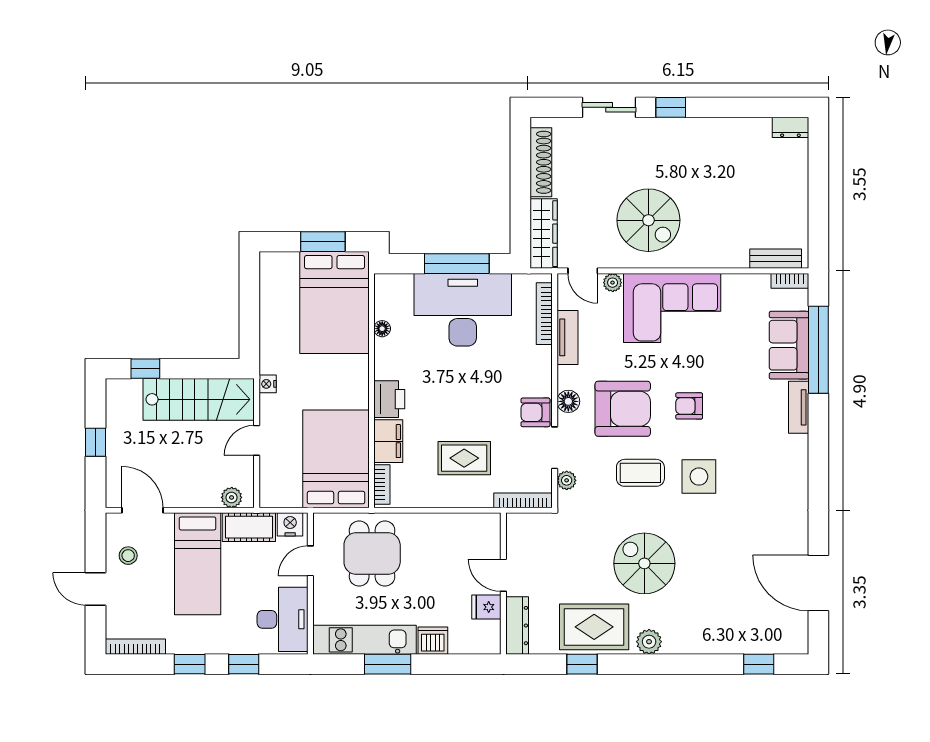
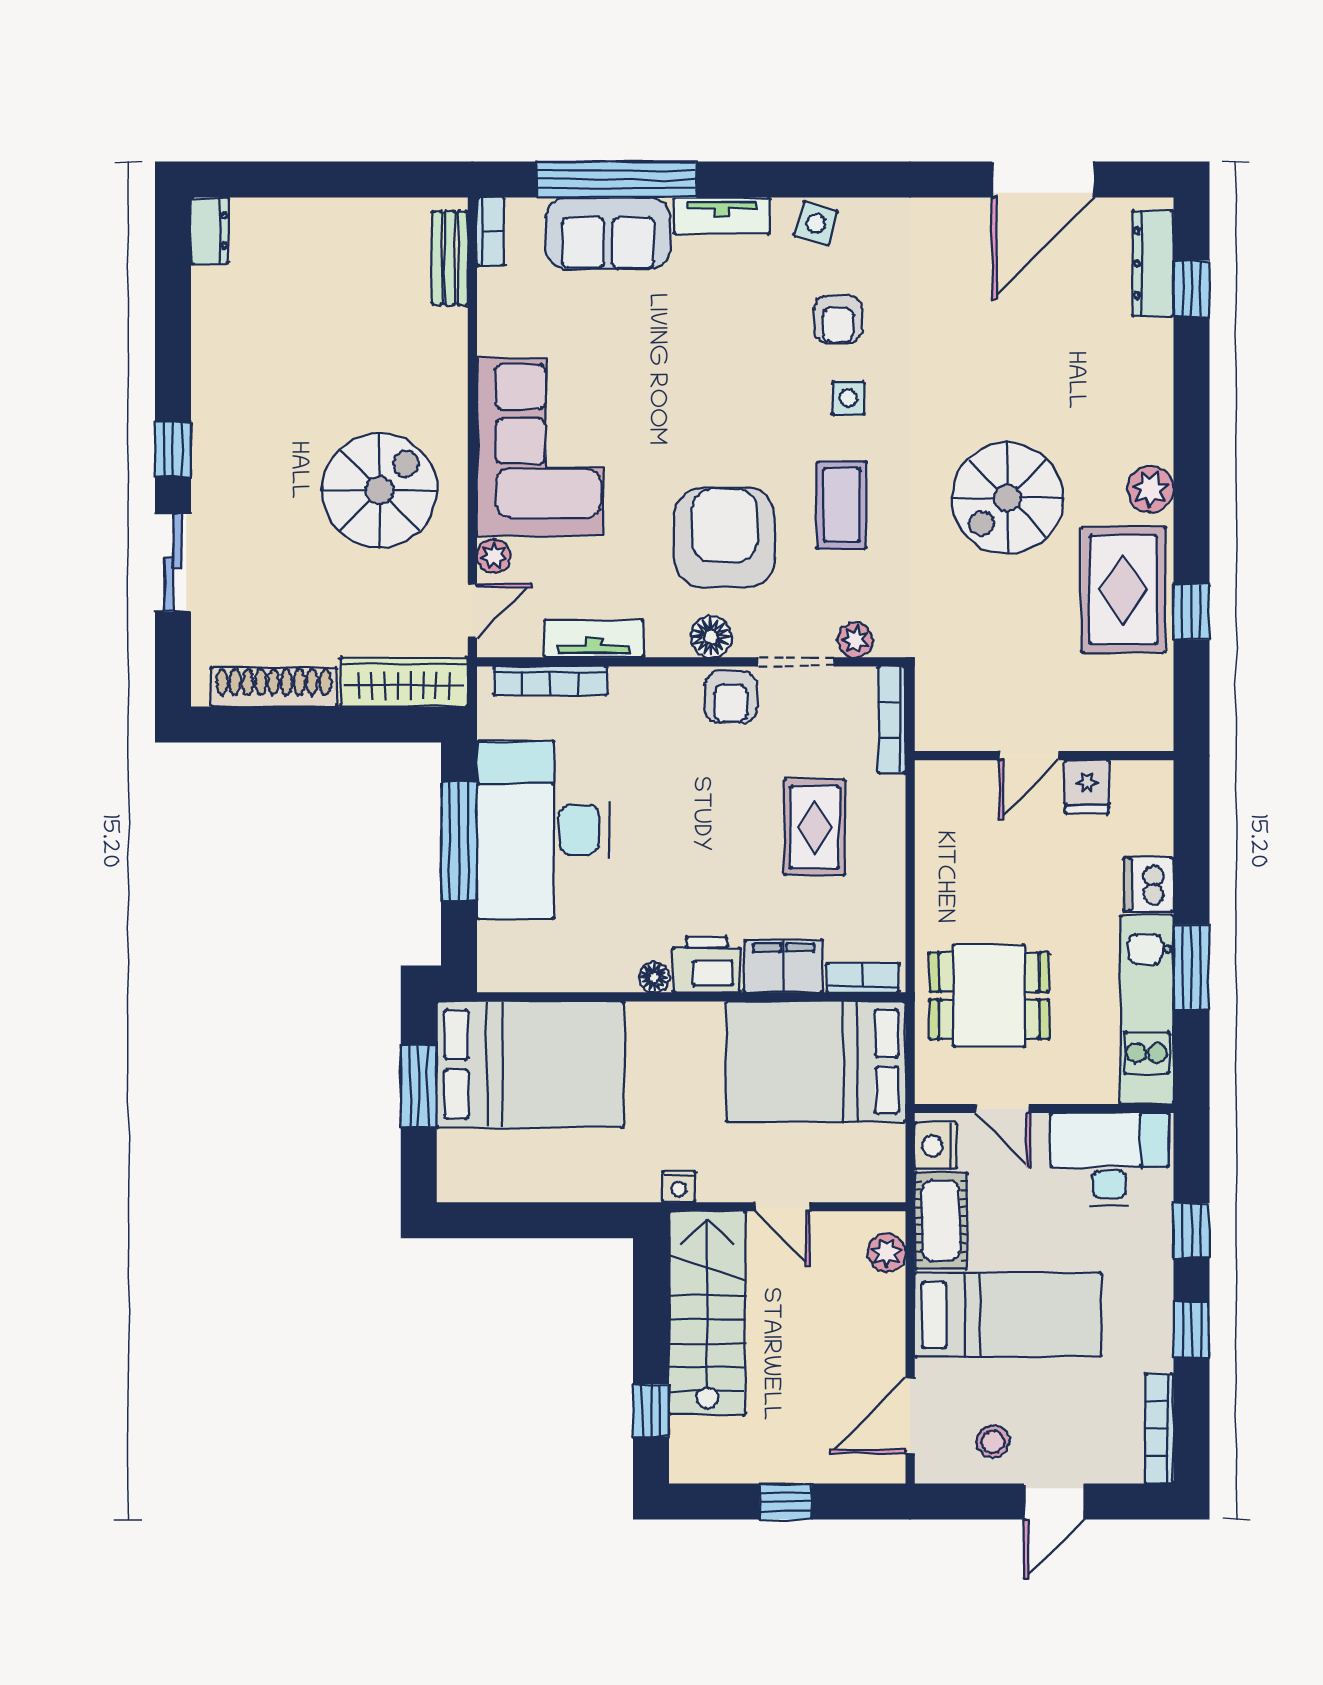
floor lamp: (382, 329) -> (654, 977), moved
armchair: (689, 406) -> (838, 319), moved
side table: (794, 459) -> (816, 223), added
side table: (699, 477) -> (848, 398), width x0.54, depth x0.54
dresser: (517, 626) -> (1153, 263), moved, turned -90

